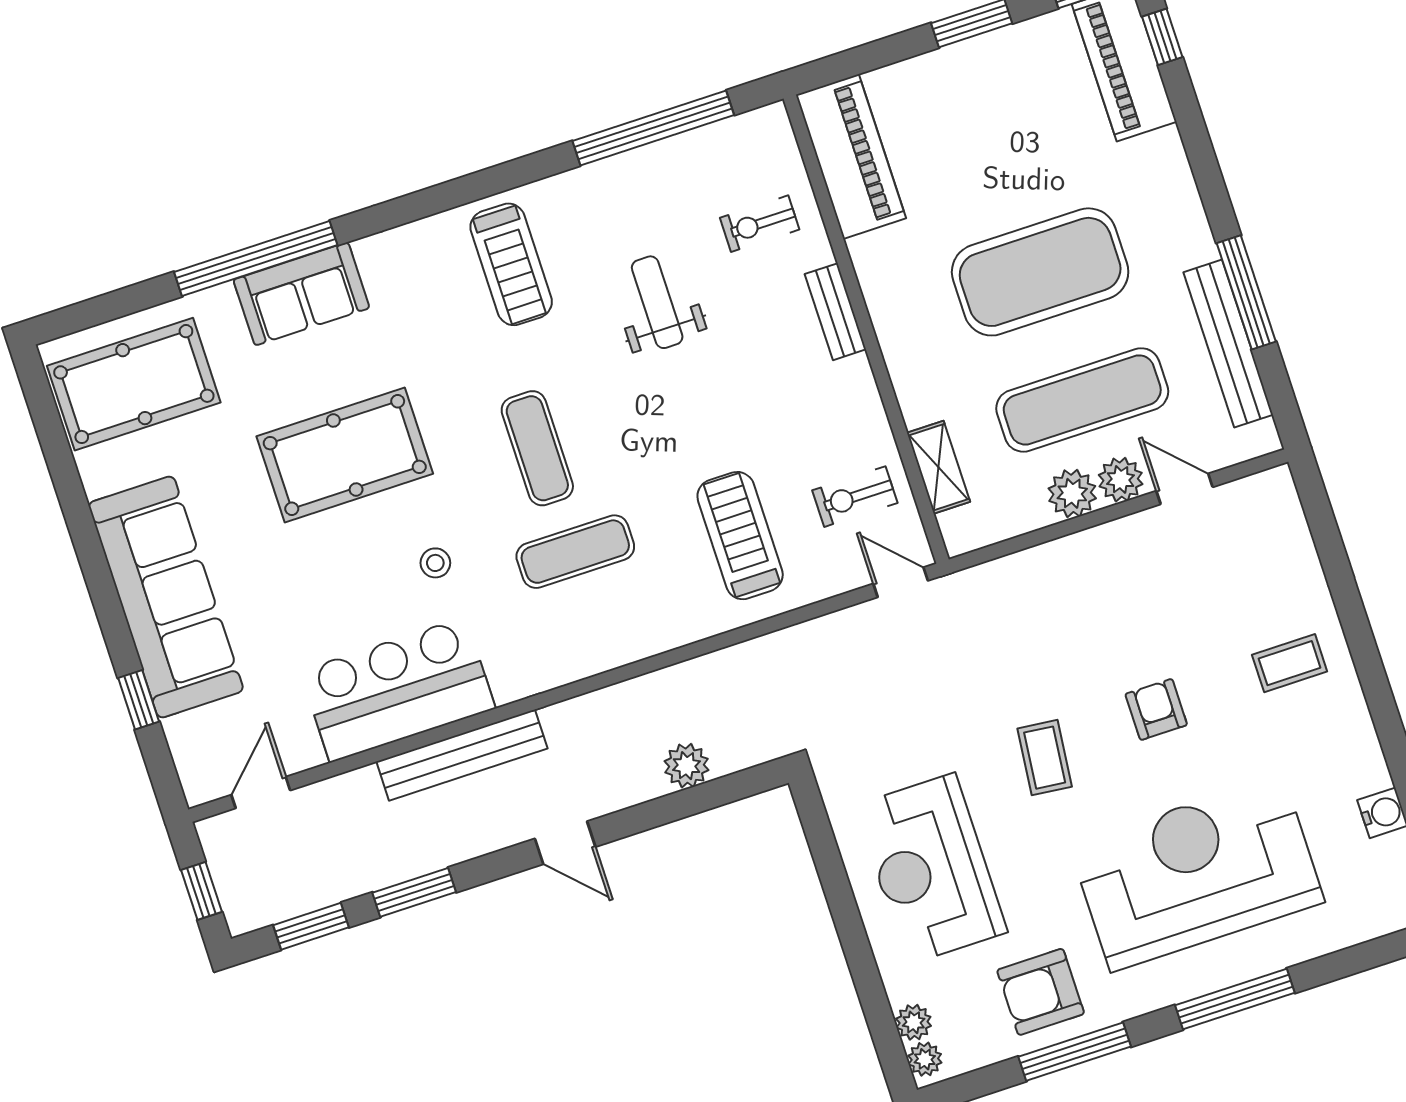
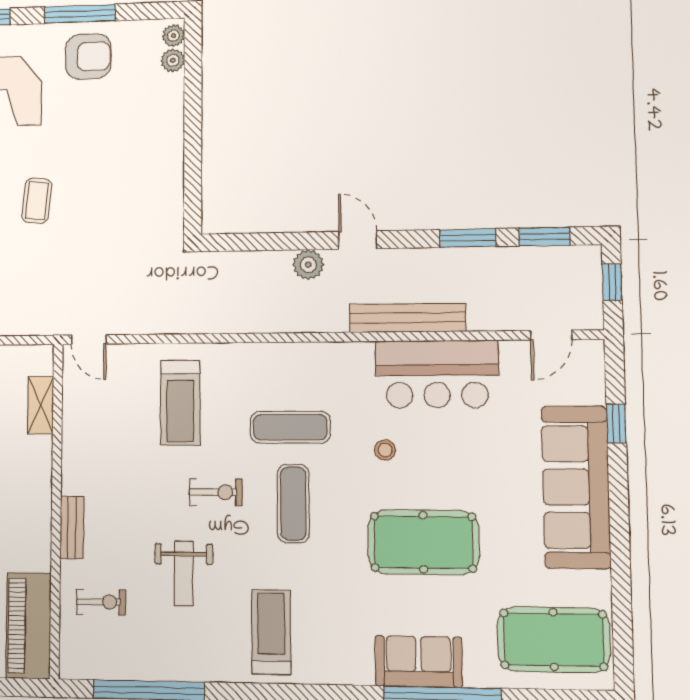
exercise bike: (855, 497) -> (216, 492), moved
plant: (686, 766) -> (308, 265), moved
reception desk: (931, 869) -> (130, 153), removed

